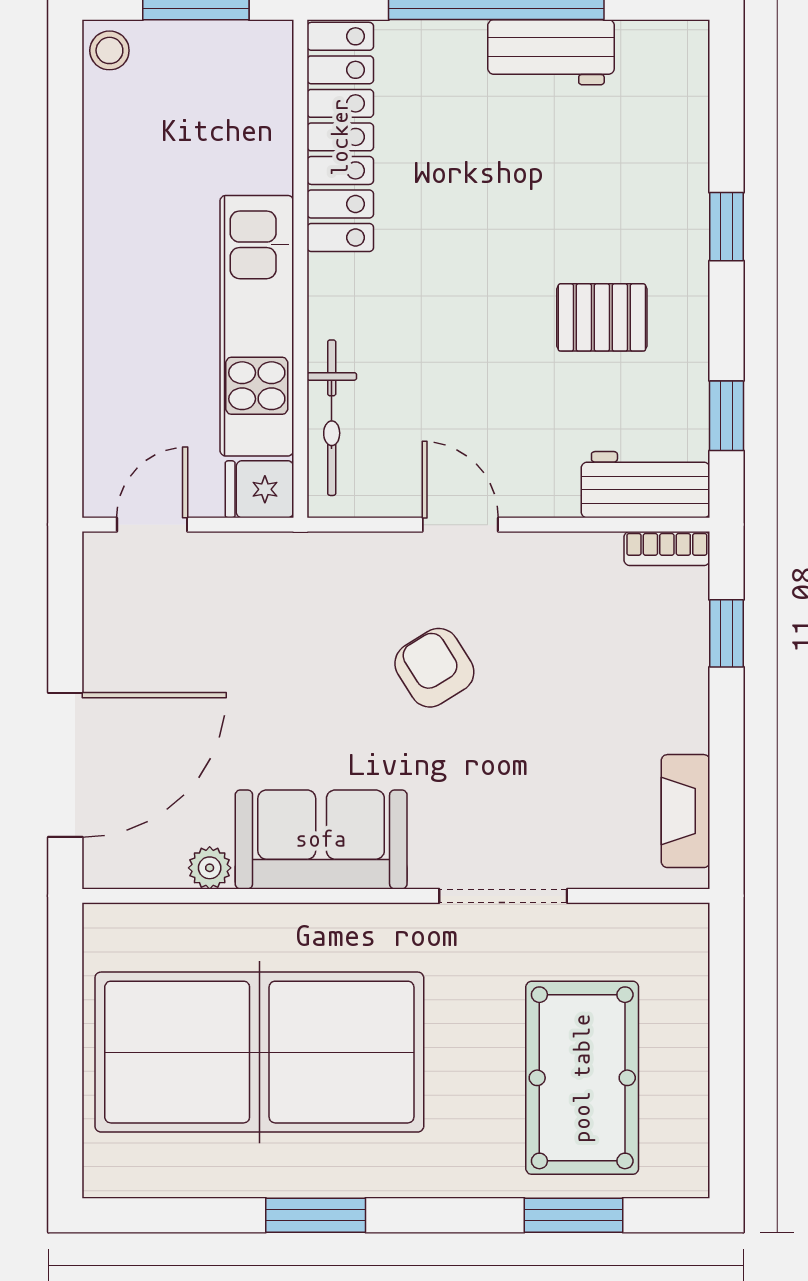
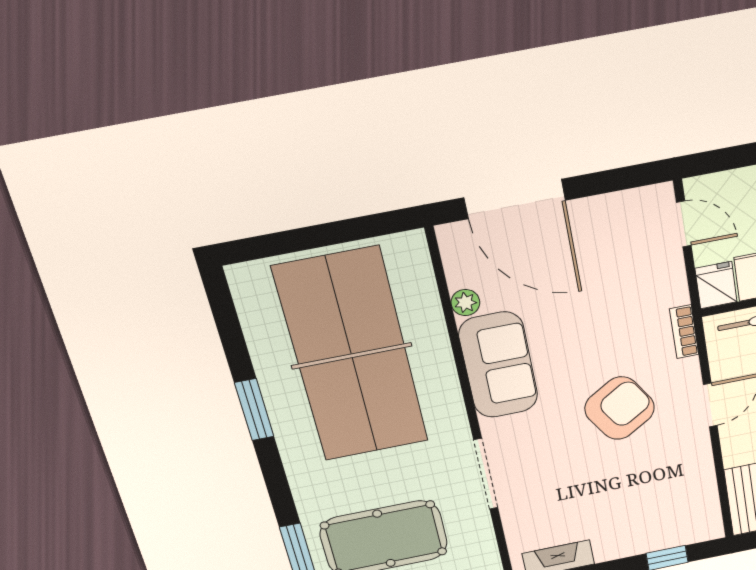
bookcase: (667, 548) -> (684, 332), moved
armchair: (434, 668) -> (620, 408), width x1.38, depth x1.38

